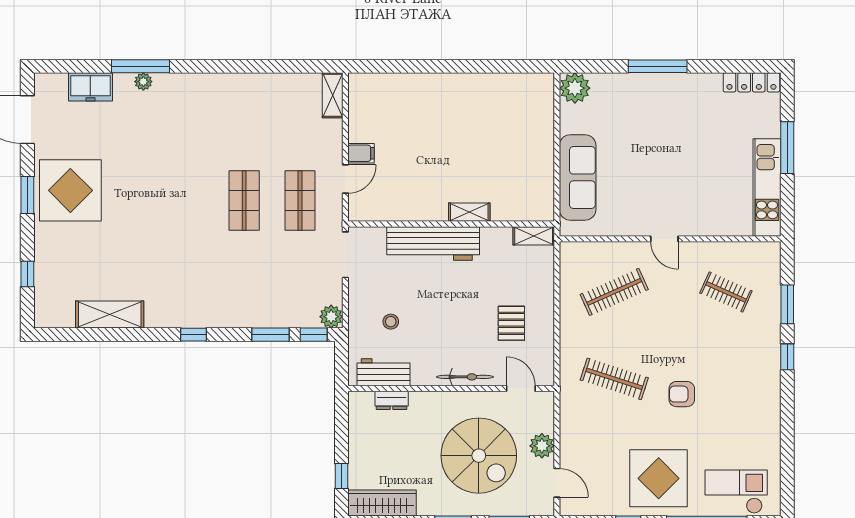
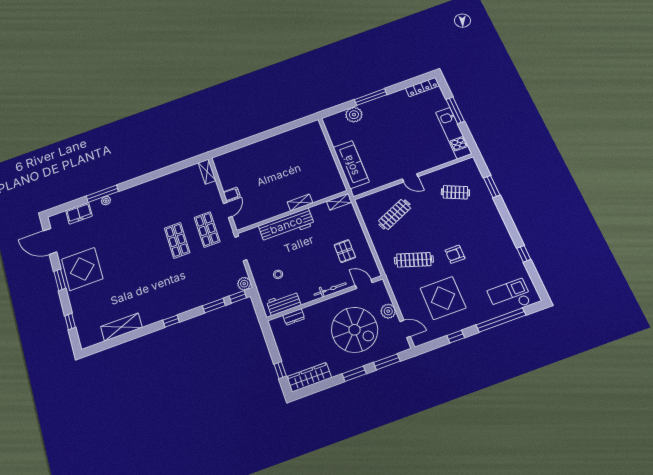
plant: (575, 88) -> (354, 115), moved
window: (787, 357) -> (524, 254), moved
display table: (659, 478) -> (443, 298), moved

